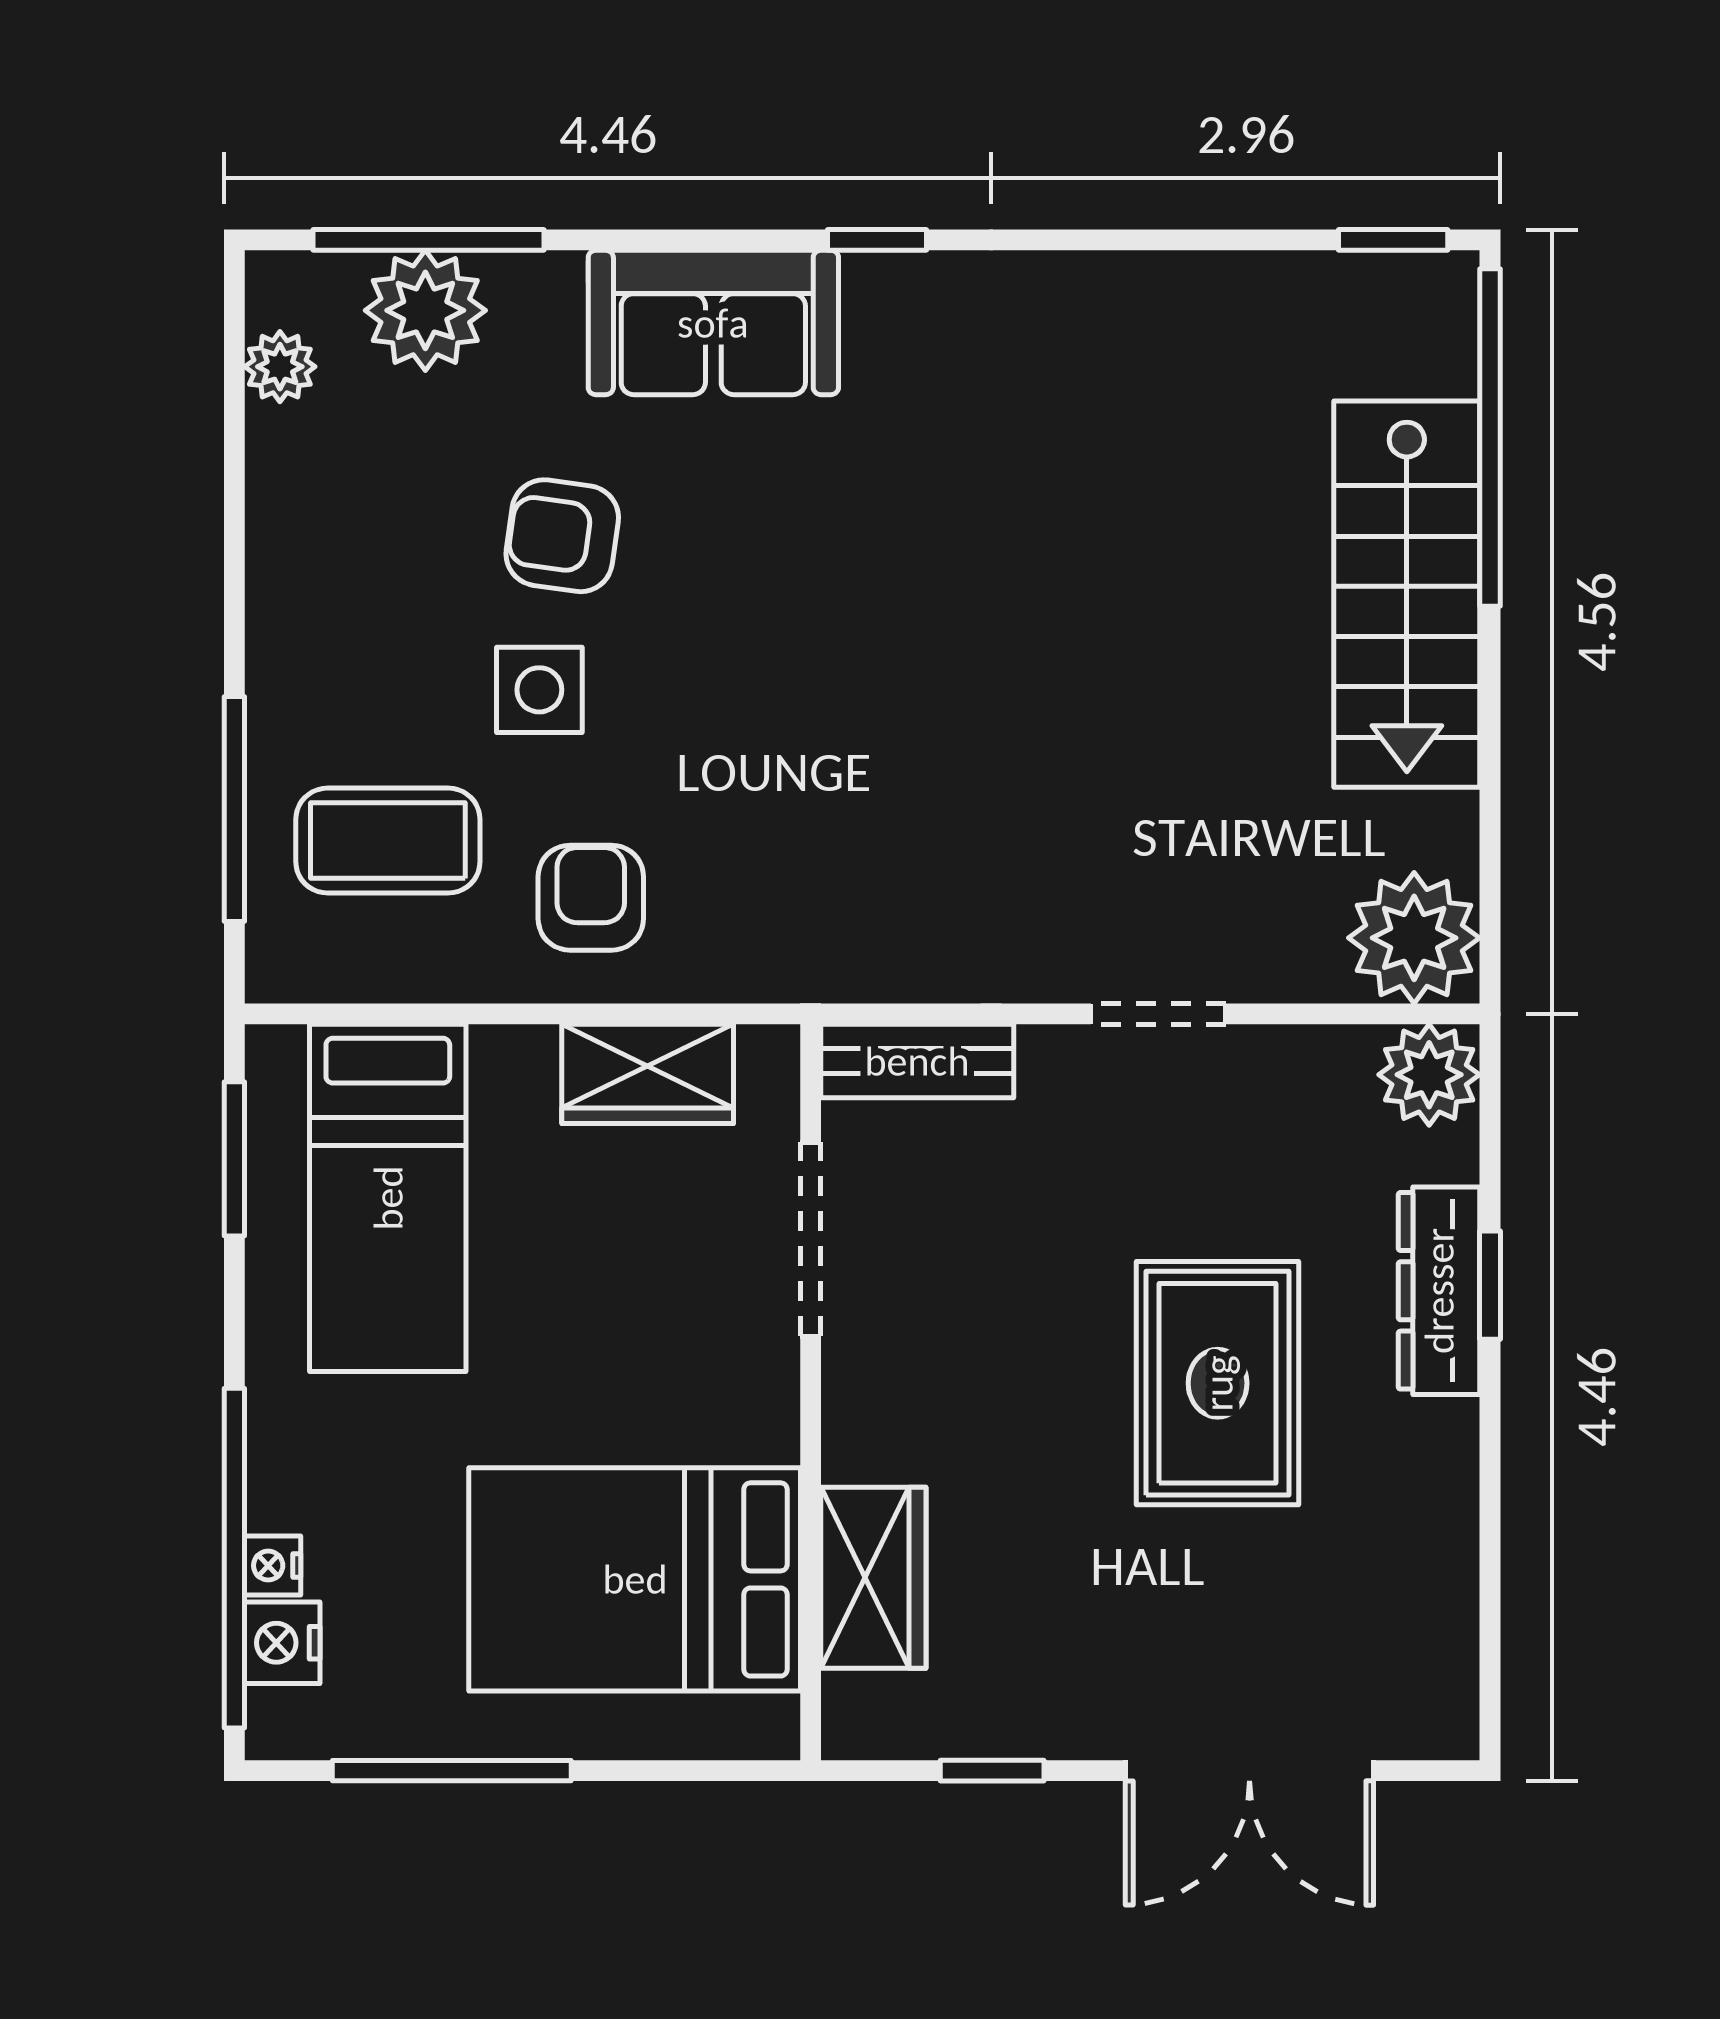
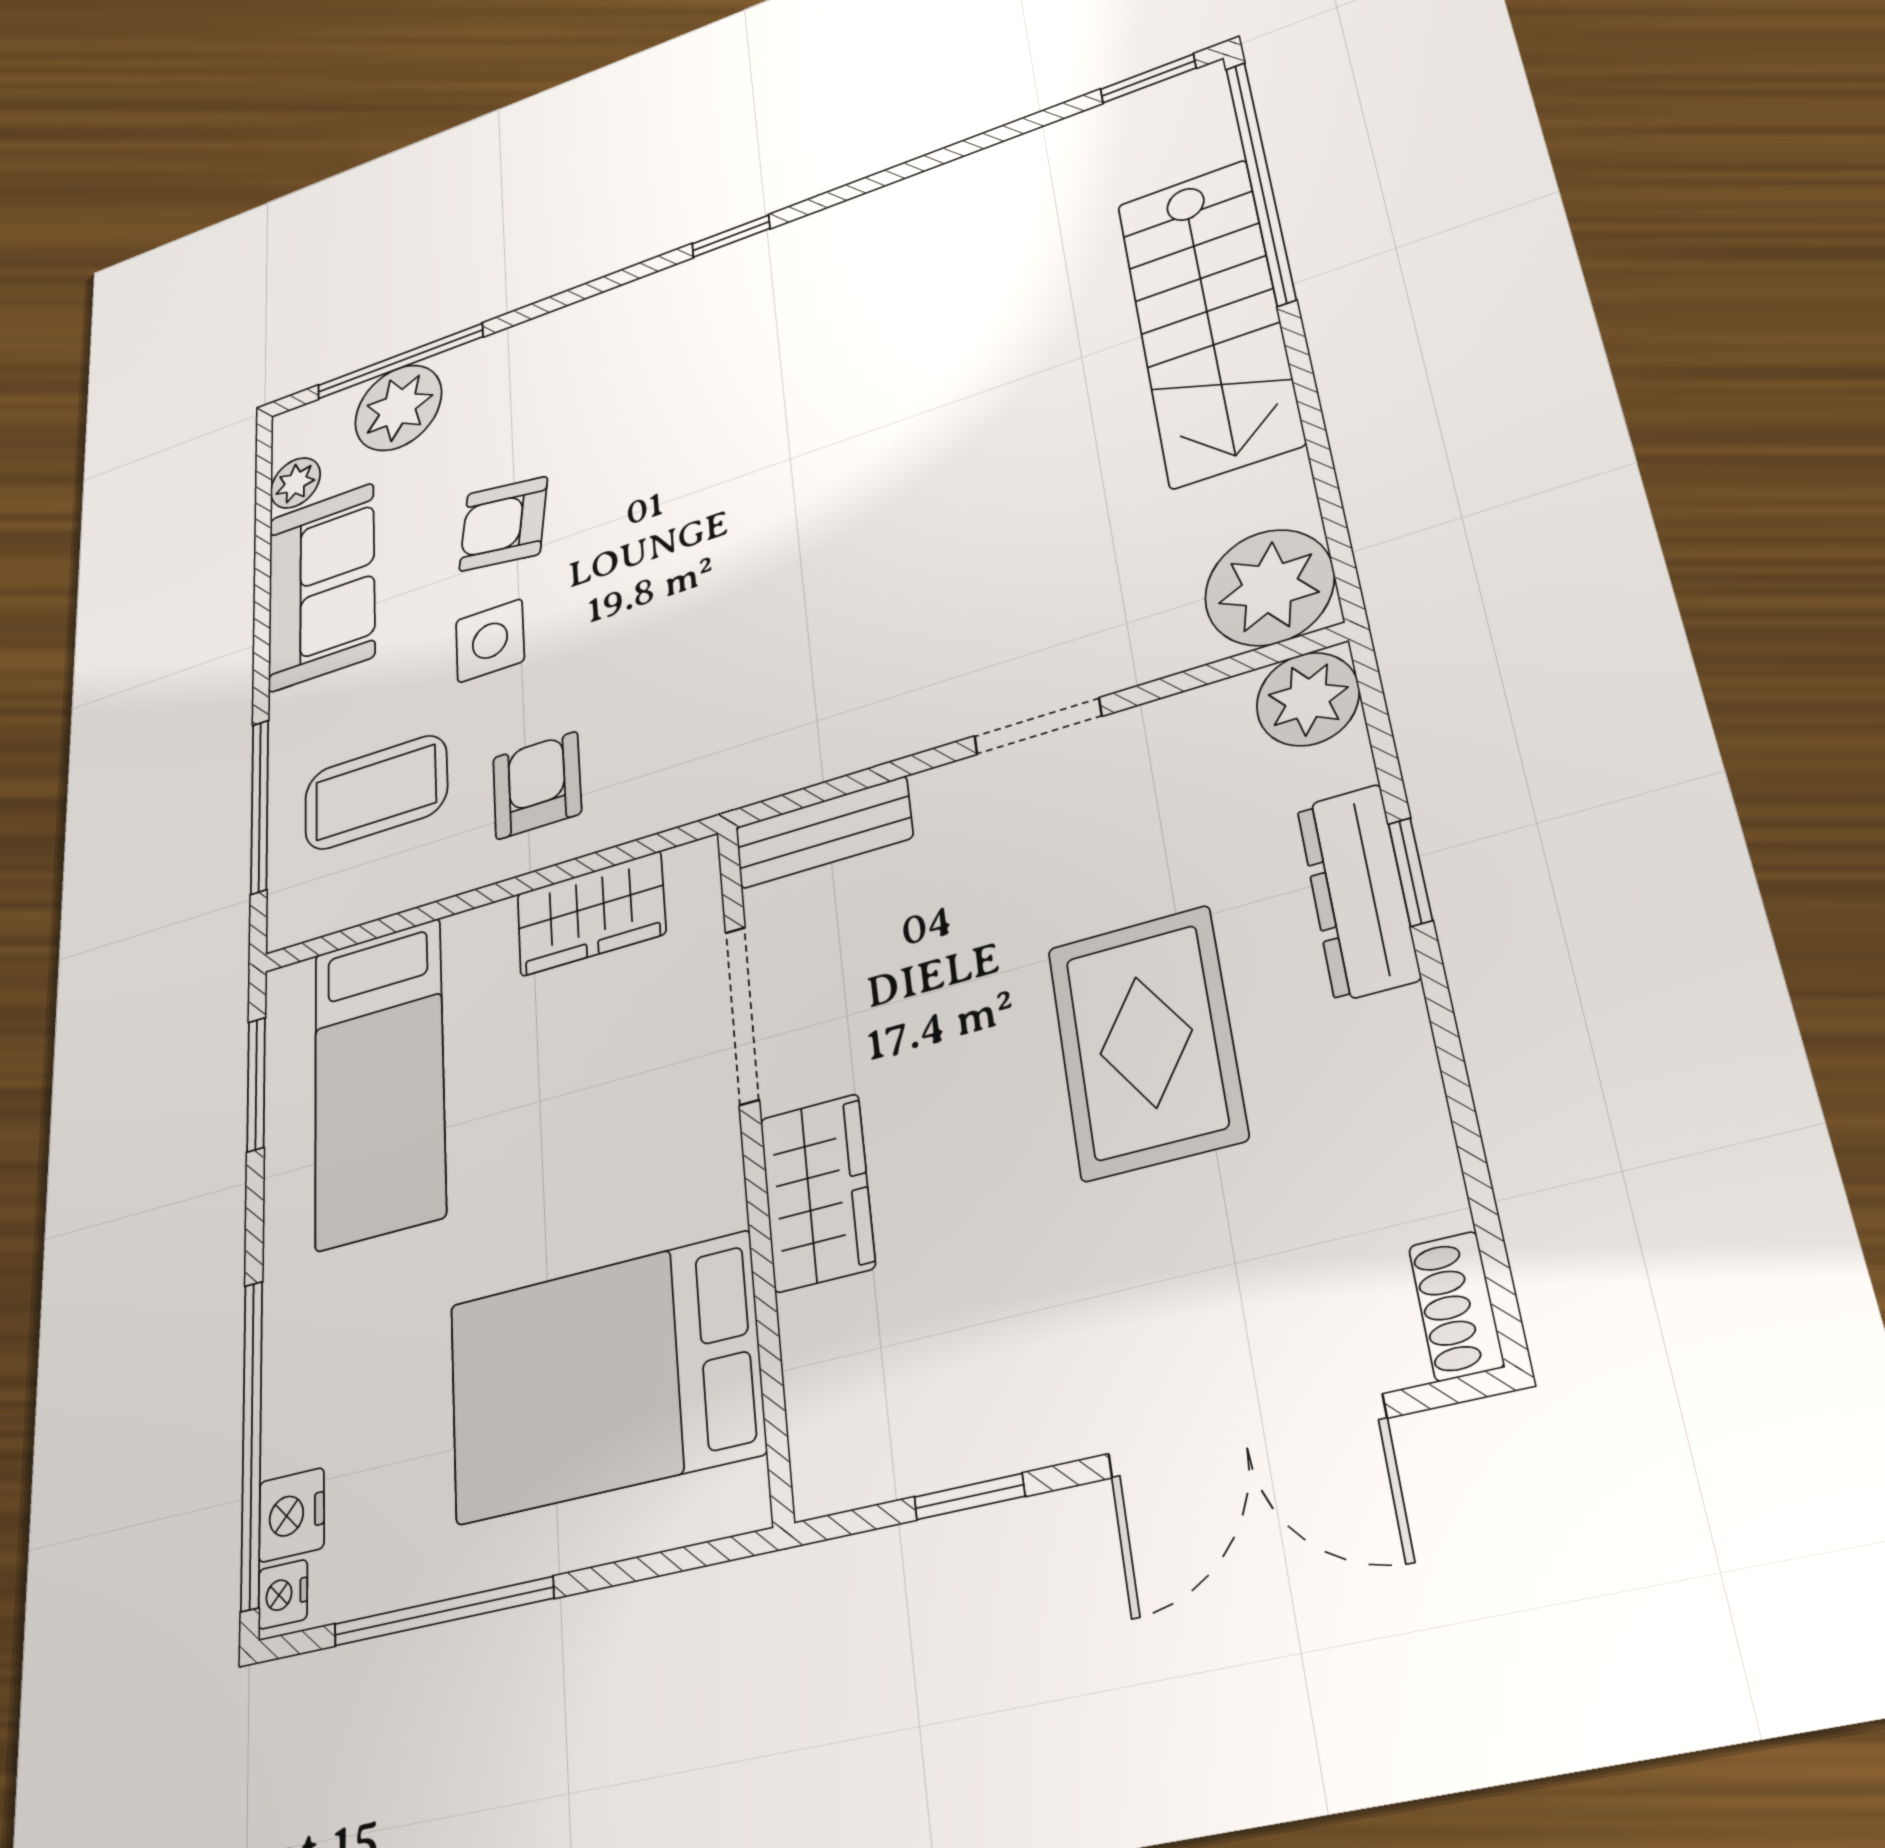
sofa: (713, 323) -> (322, 587), moved, turned -90
nightstand: (273, 1566) -> (283, 1594), moved
wardrobe: (873, 1578) -> (817, 1192), moved
shoe rack: (1450, 1699) -> (1456, 1306), added

